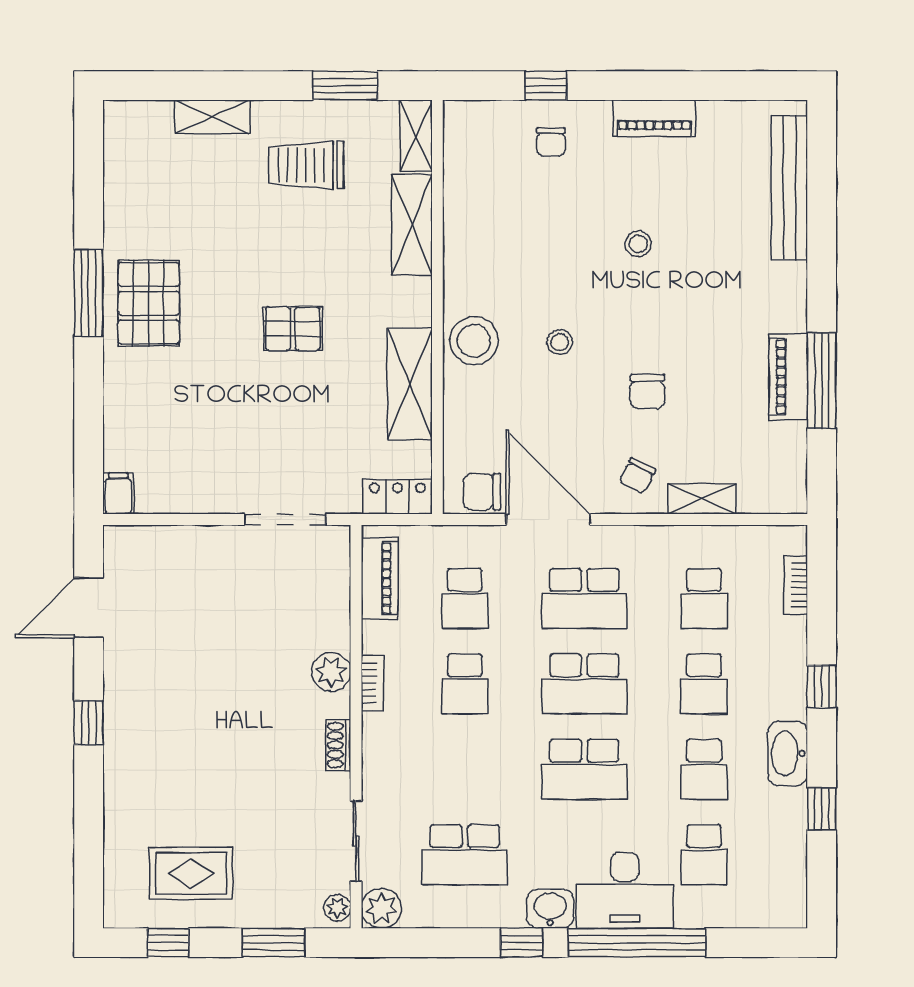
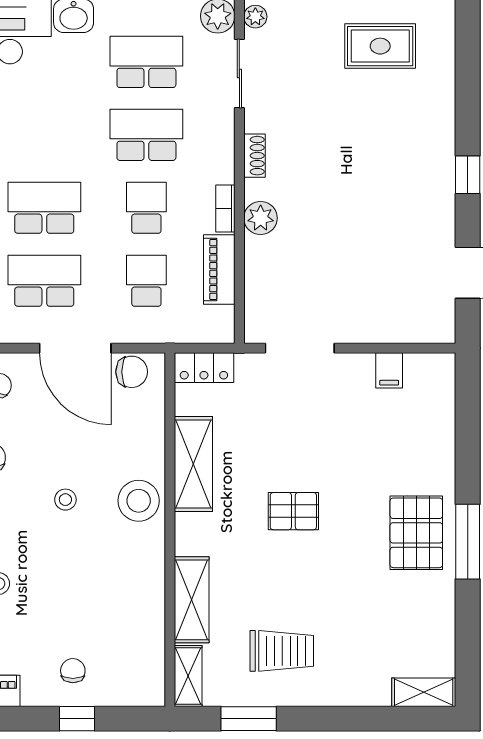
shelving: (212, 117) -> (424, 692), moved
filing cabinet: (118, 493) -> (389, 370), moved
piano: (380, 578) -> (219, 269), moved
school desk: (584, 769) -> (146, 135), moved

